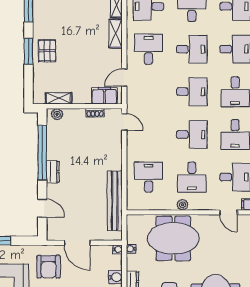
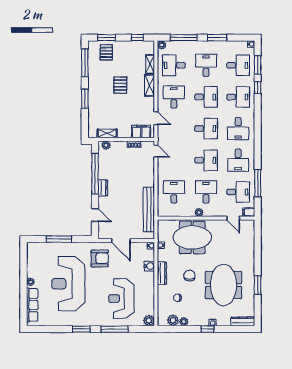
pallet: (47, 51) -> (120, 85), moved
door: (124, 78) -> (156, 118), swing flipped
desk: (192, 177) -> (206, 192), turned 180
armchair: (49, 267) -> (100, 258), turned -90

